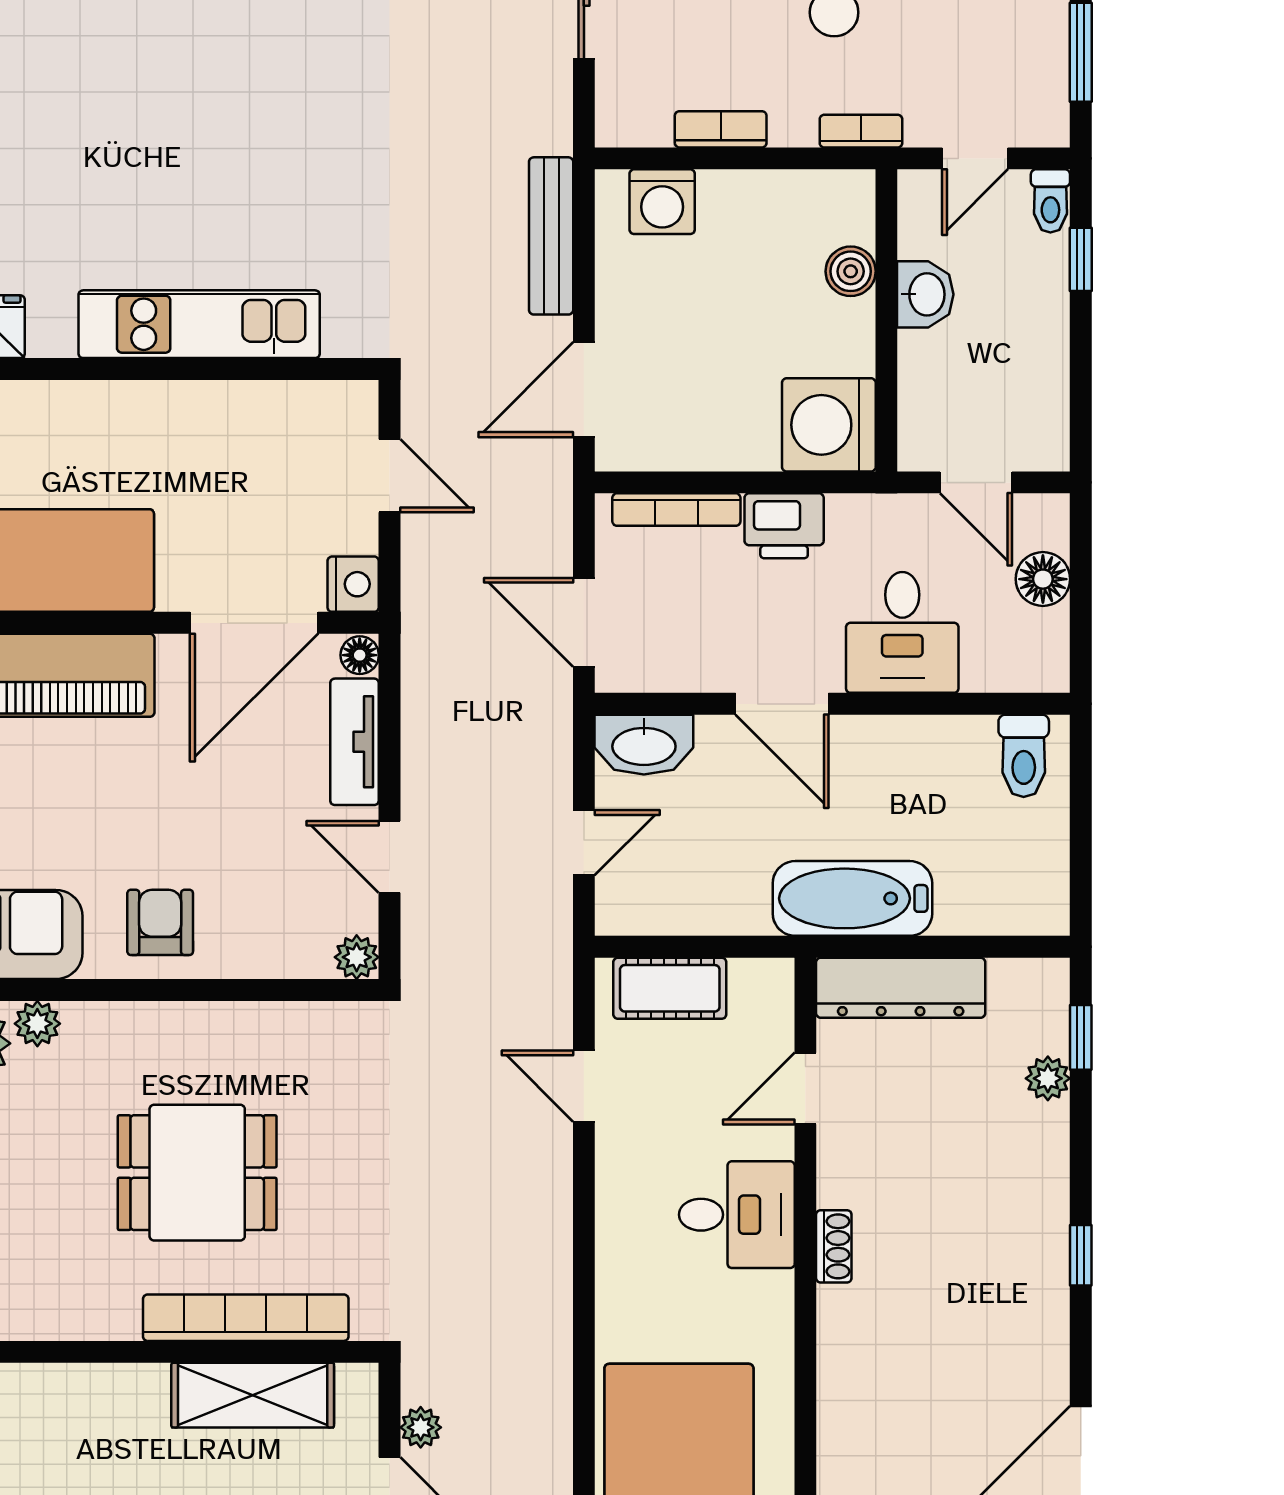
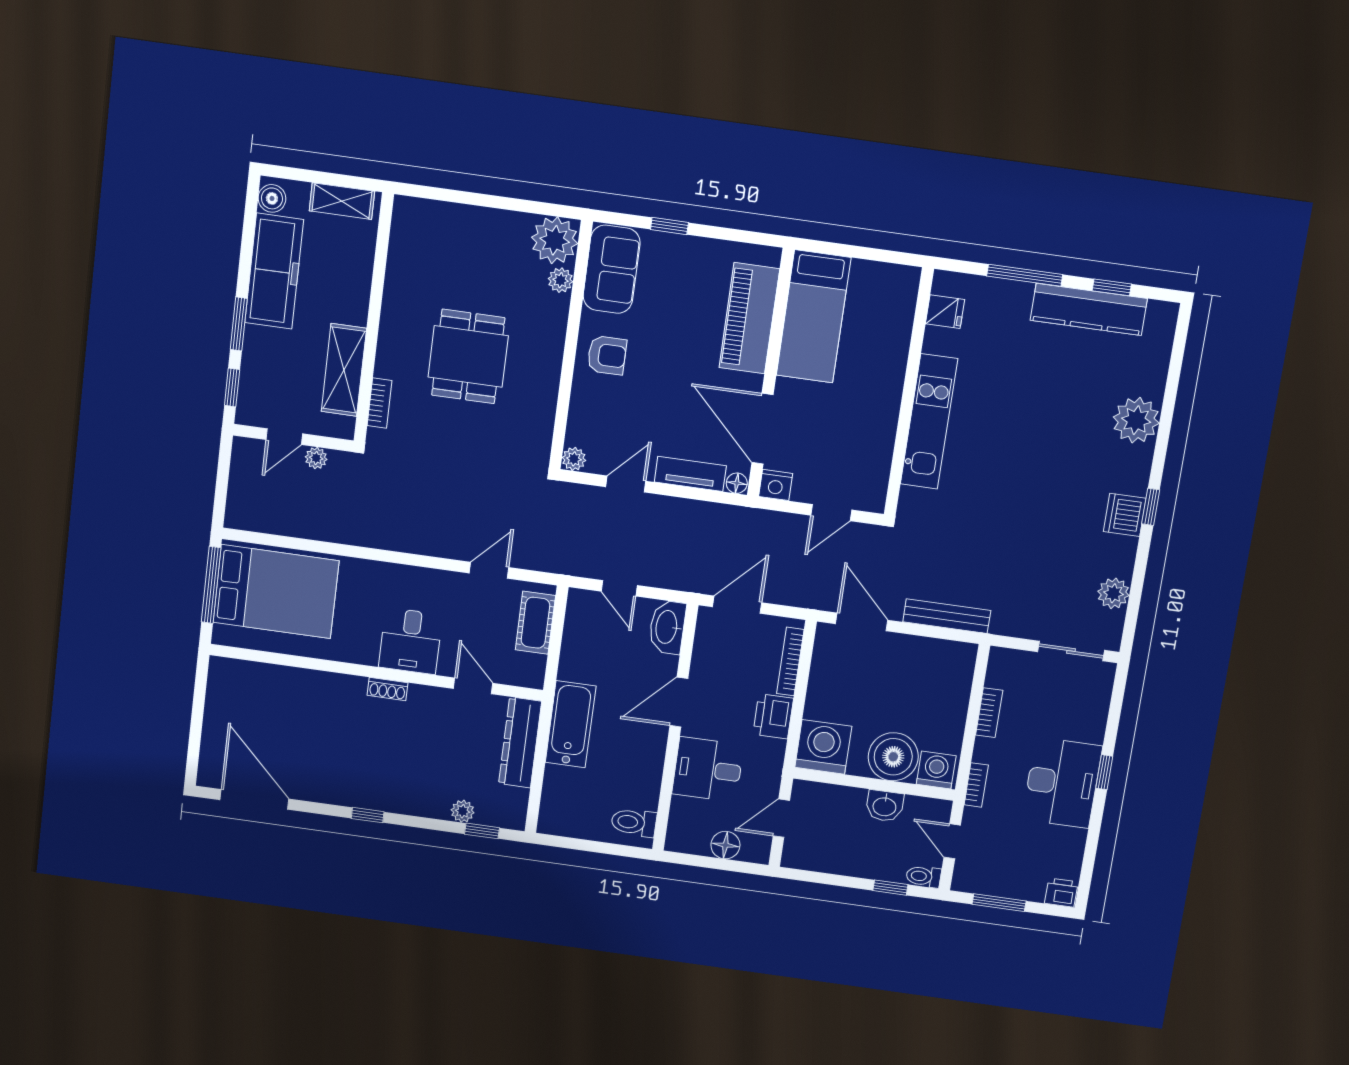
washing machine: (662, 202) -> (936, 770), moved, turned 90
boiler: (851, 271) -> (893, 757), width x1.86, depth x1.86
bookcase: (246, 1318) -> (380, 403), width x0.43, depth x0.76

